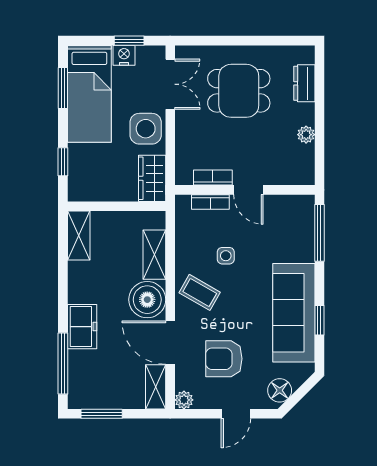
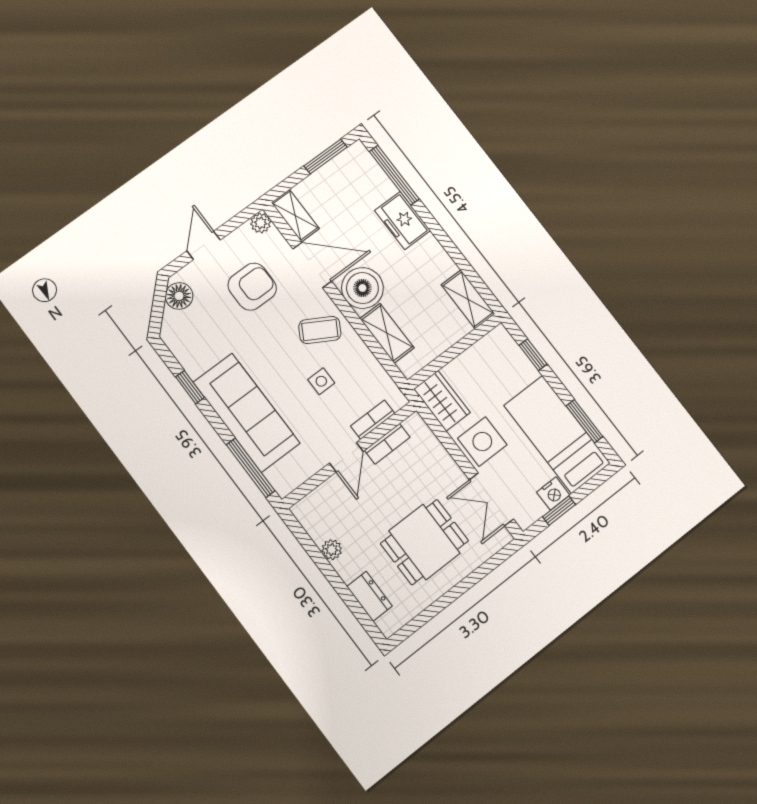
door: (248, 190) -> (346, 457), swing flipped
sofa: (294, 313) -> (247, 413), moved

